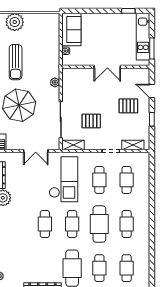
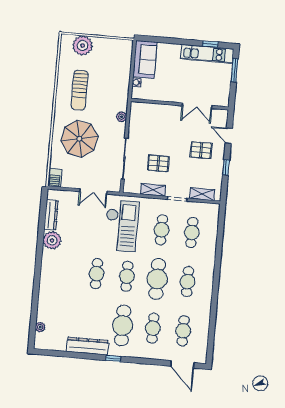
kitchen unit: (143, 37) -> (207, 54), moved, turned -90
window: (152, 48) -> (235, 70), moved
double door: (107, 67) -> (197, 106), moved
shelving: (73, 145) -> (153, 190), moved

